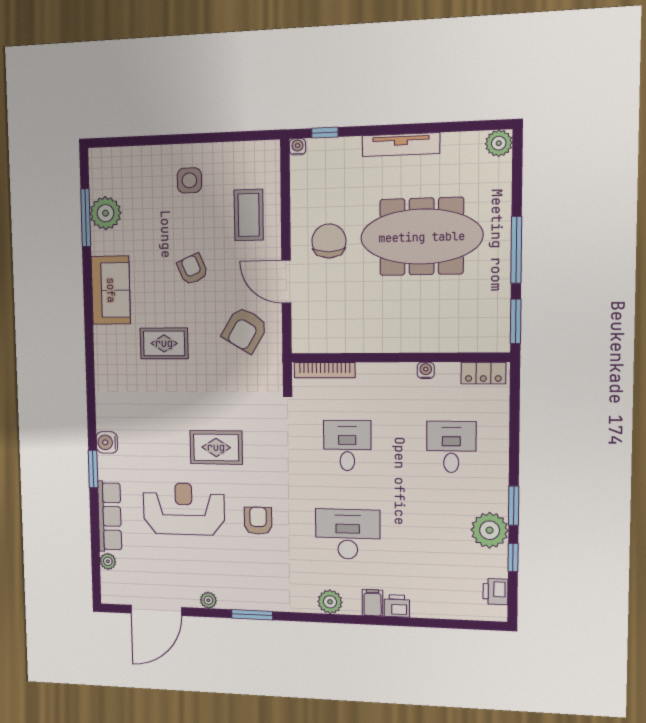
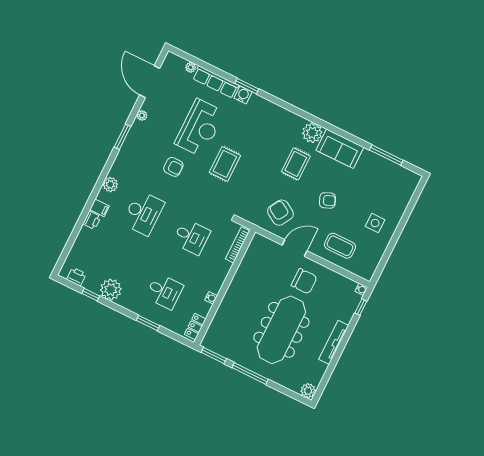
plant: (105, 213) -> (312, 133), moved
water cooler: (107, 442) -> (243, 95), moved
window: (514, 506) -> (148, 323), moved

